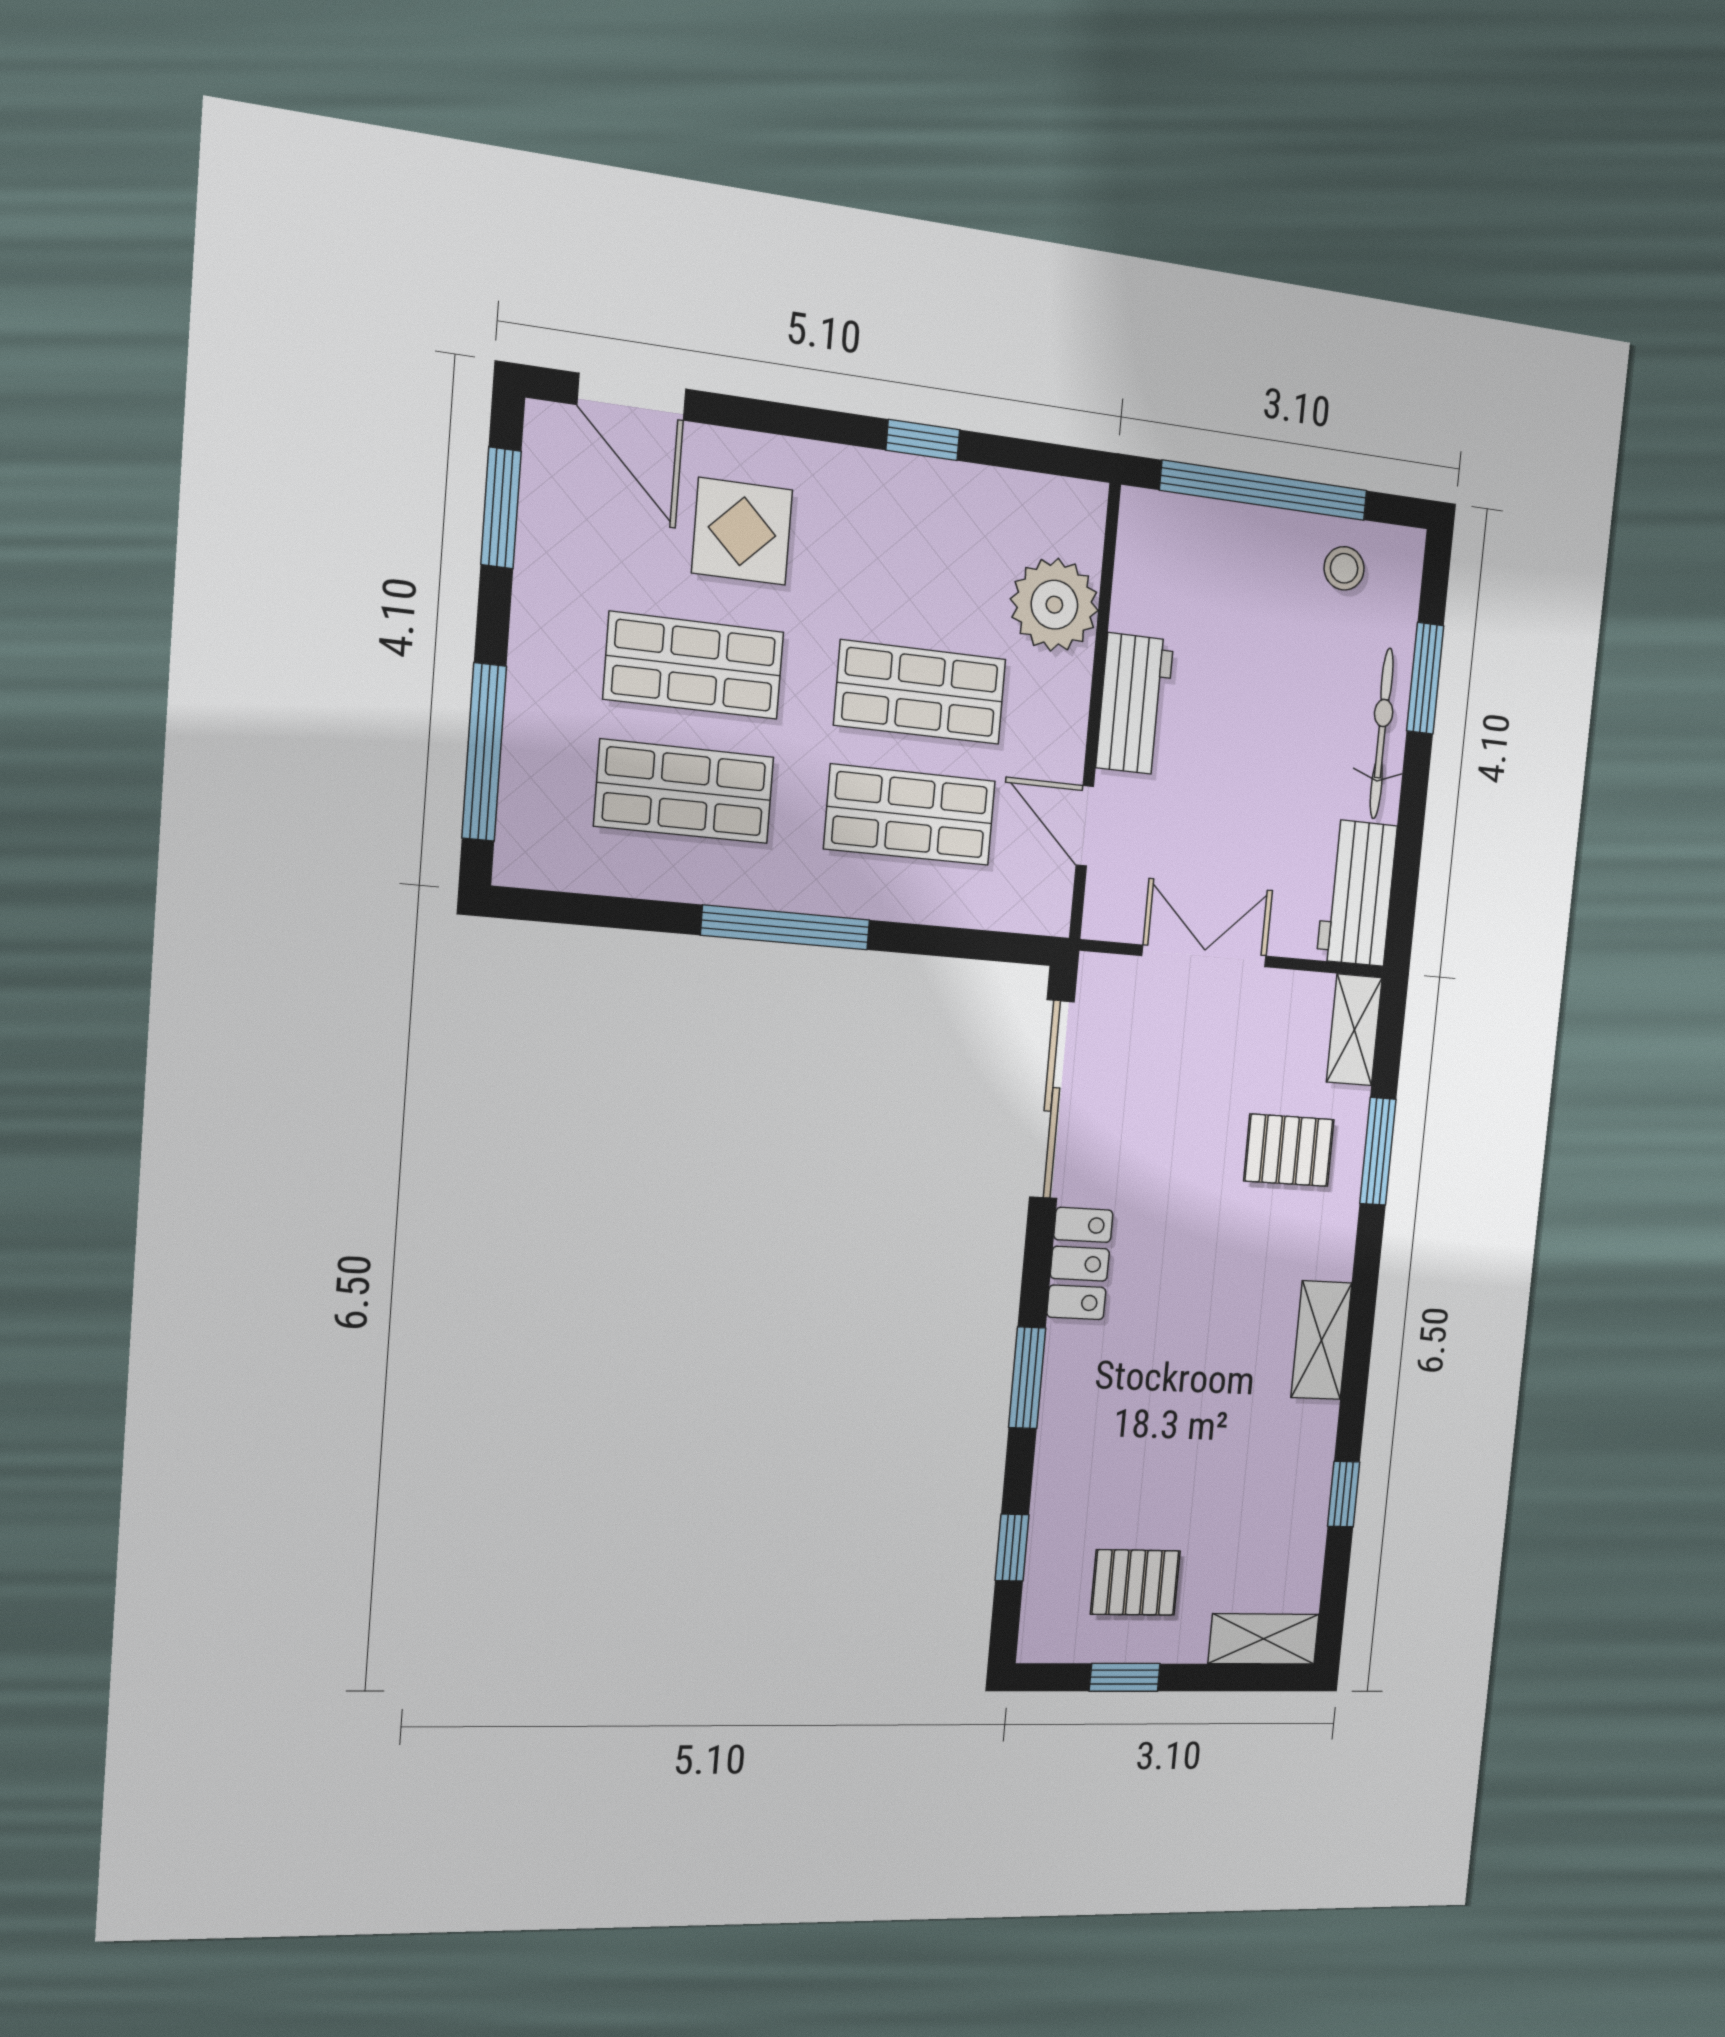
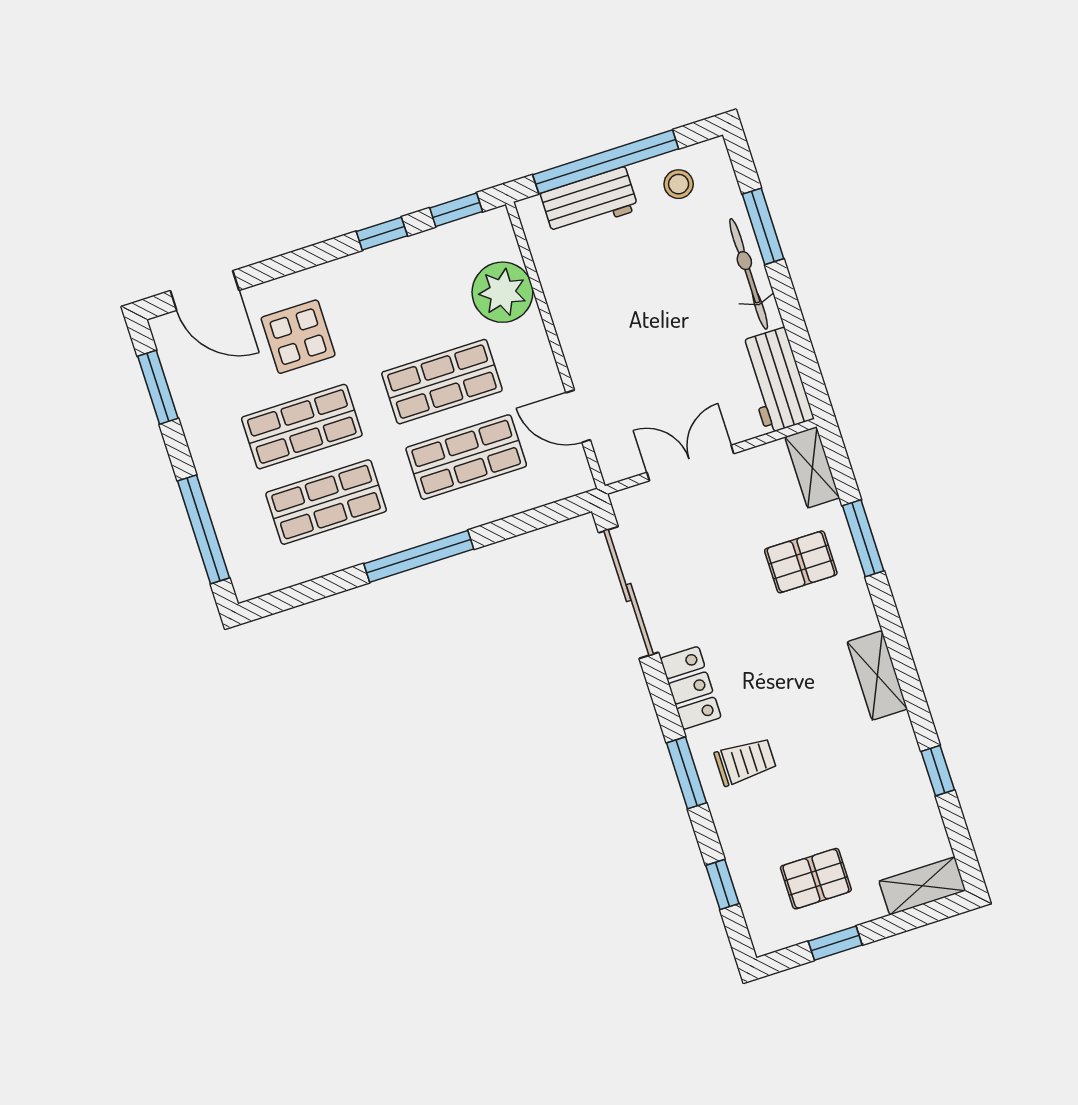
window: (1039, 457) -> (456, 210), added
workbench: (1135, 704) -> (589, 202), moved, turned 90
trolley: (1110, 1391) -> (745, 761), added

